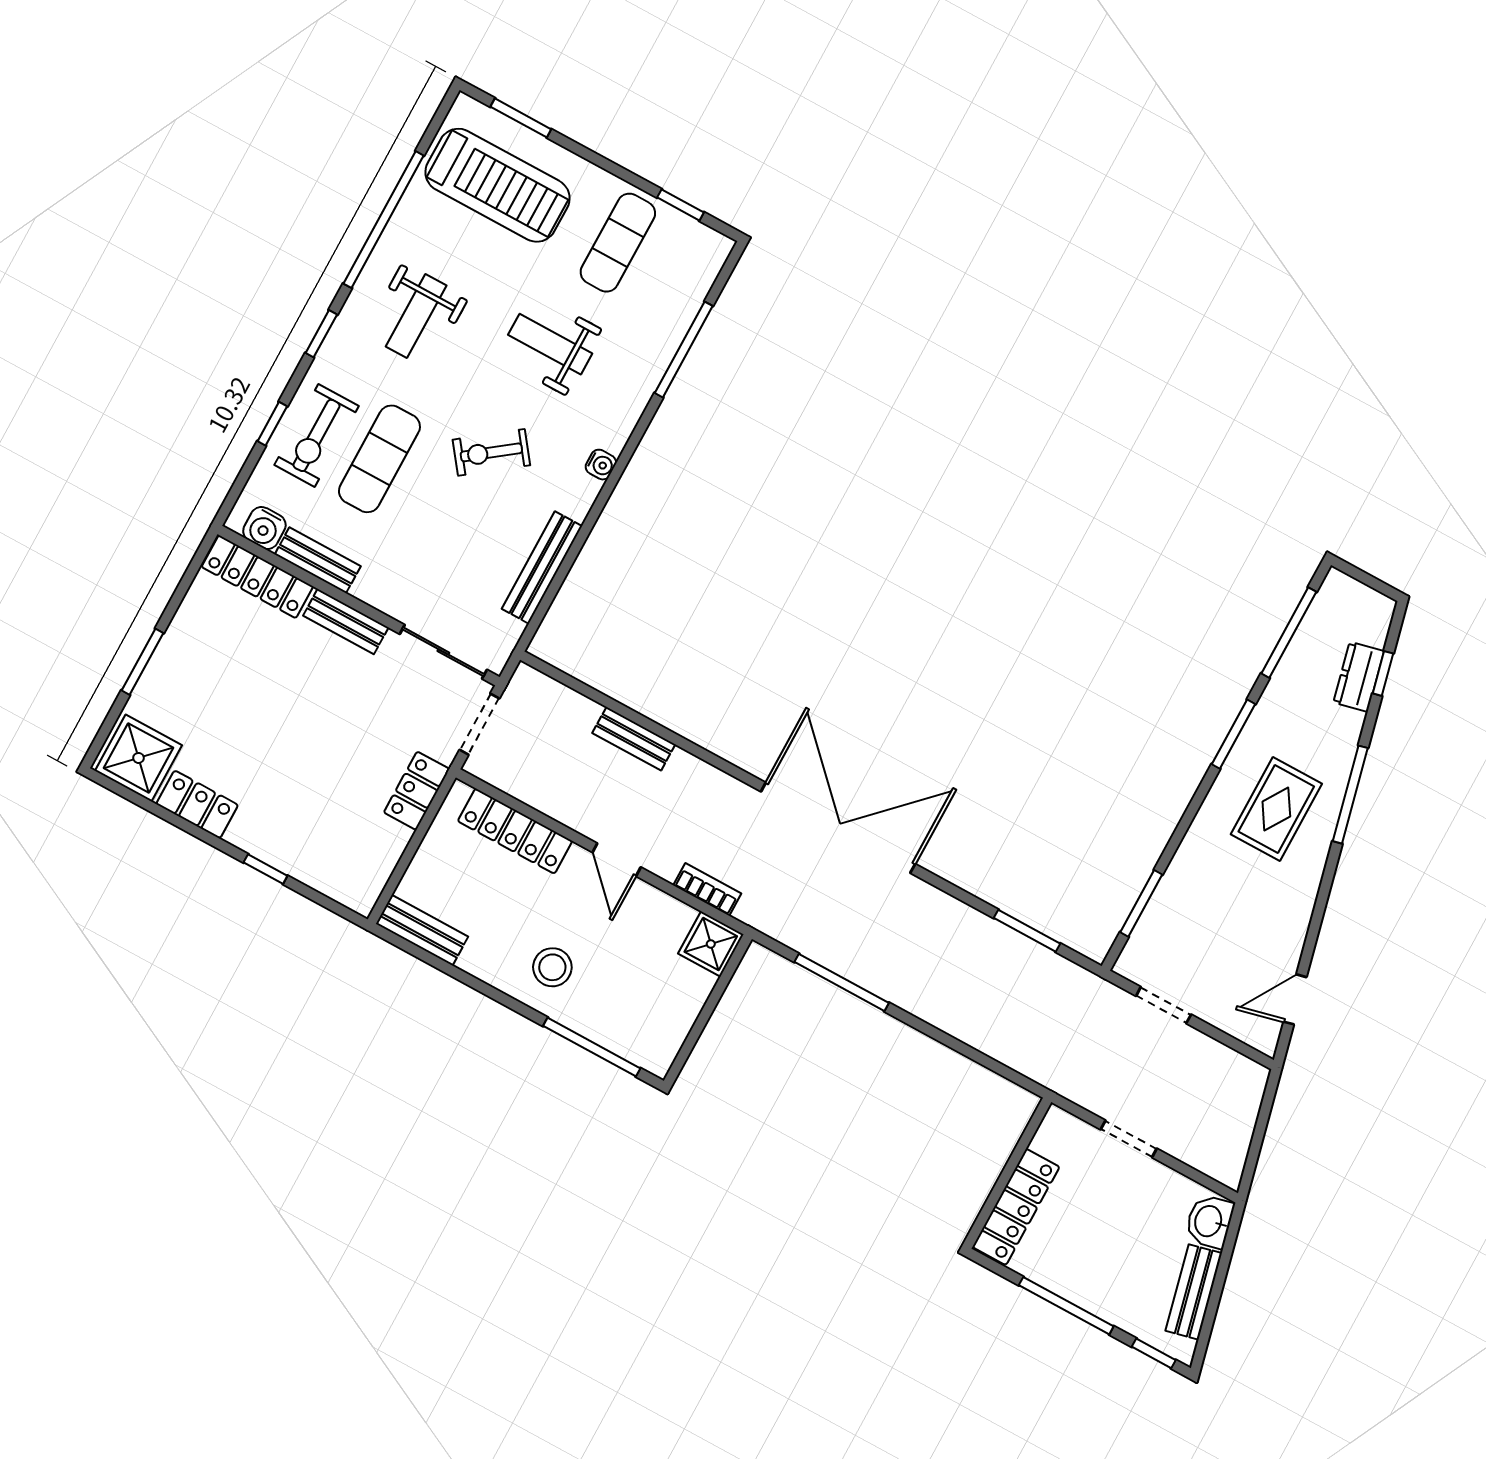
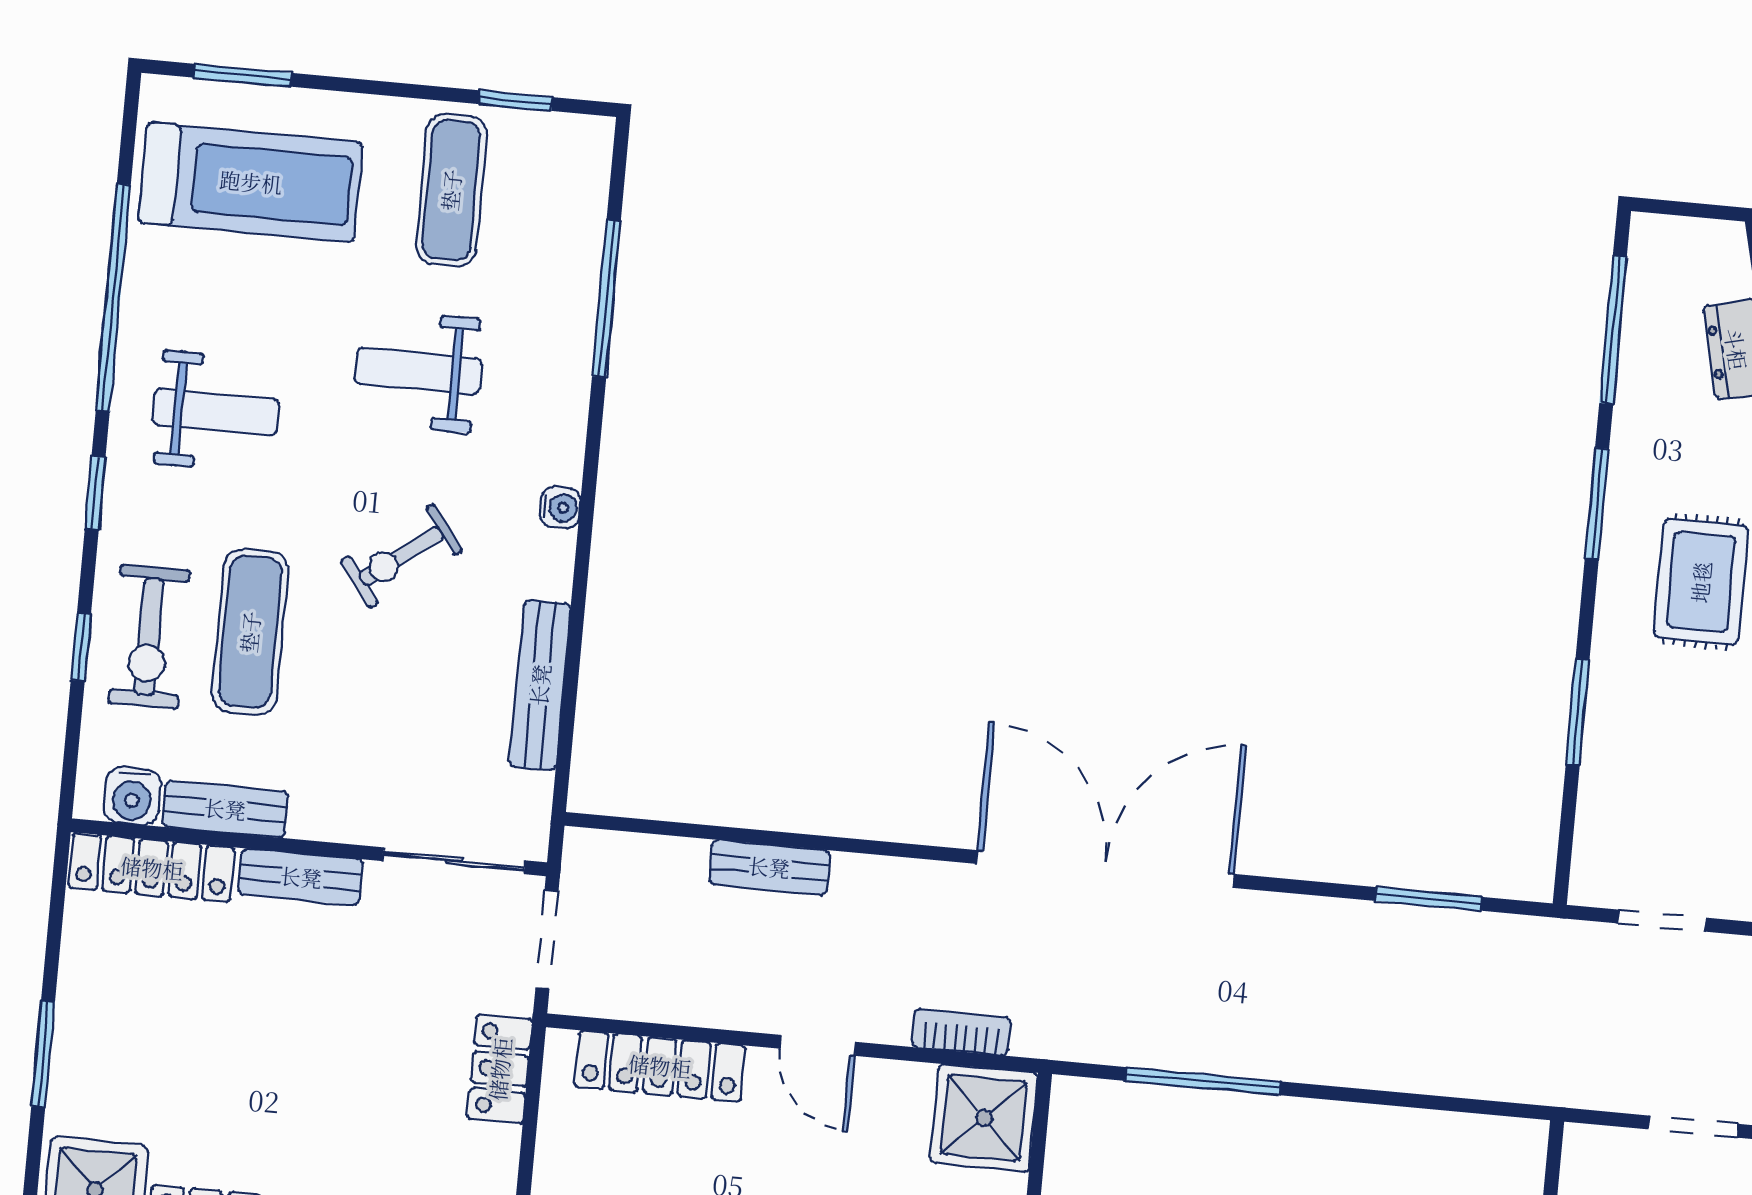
weight bench: (416, 316) -> (216, 412), turned -90
window: (1141, 903) -> (1578, 712), moved
shower: (711, 944) -> (984, 1118), width x1.36, depth x1.36

